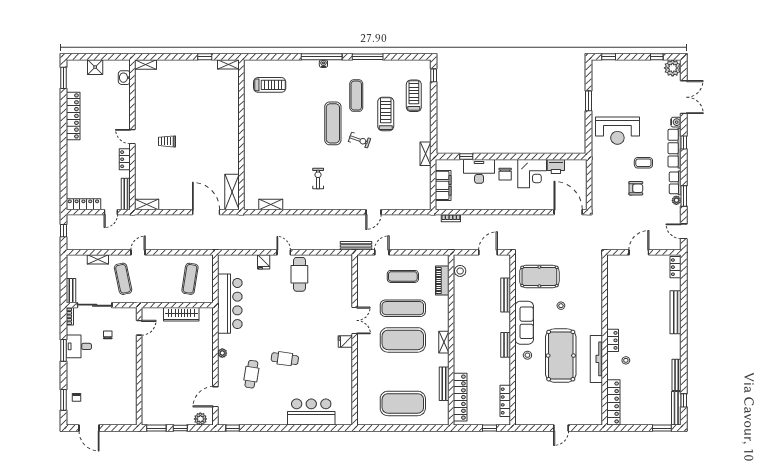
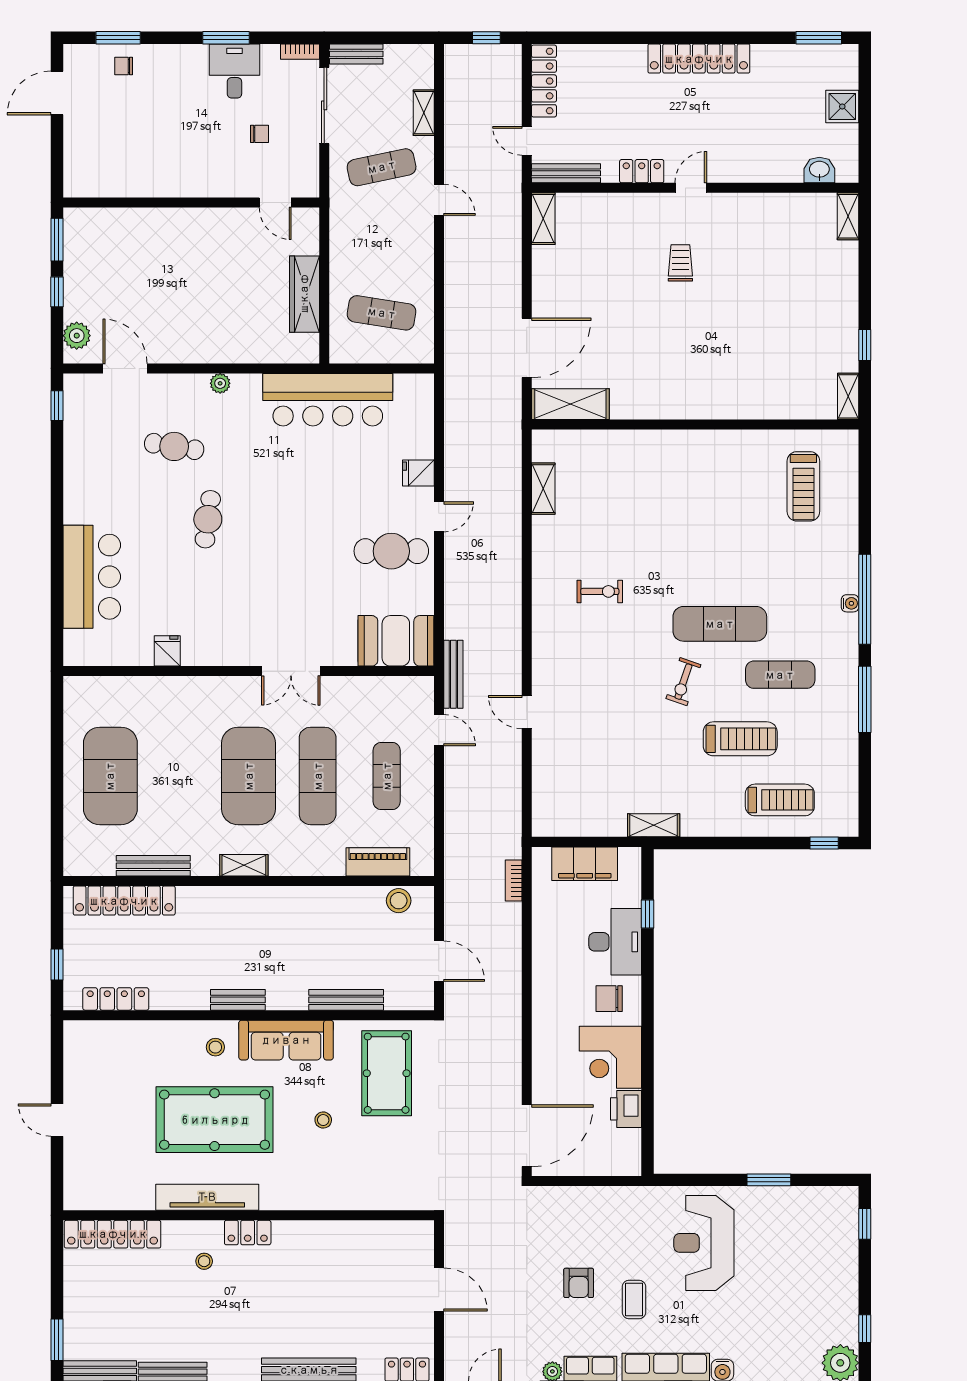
locker: (73, 116) -> (699, 59), moved
booth: (341, 272) -> (396, 641), added
fridge: (345, 341) -> (167, 651), moved

